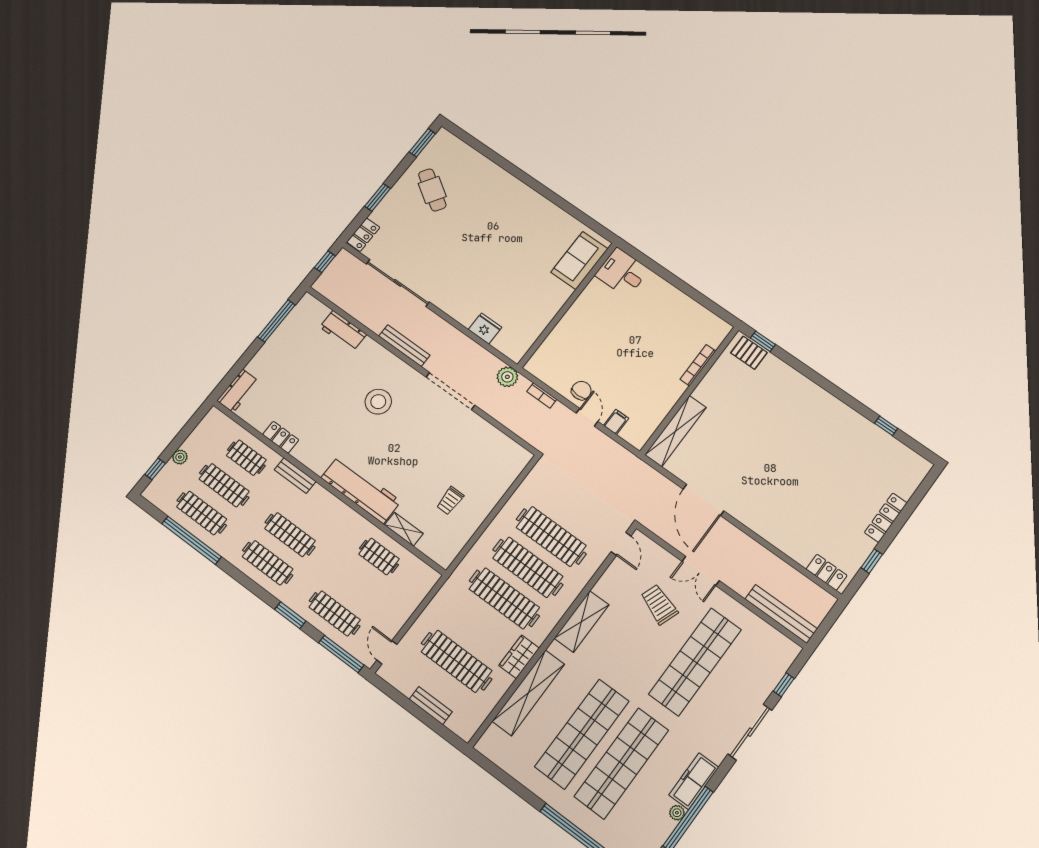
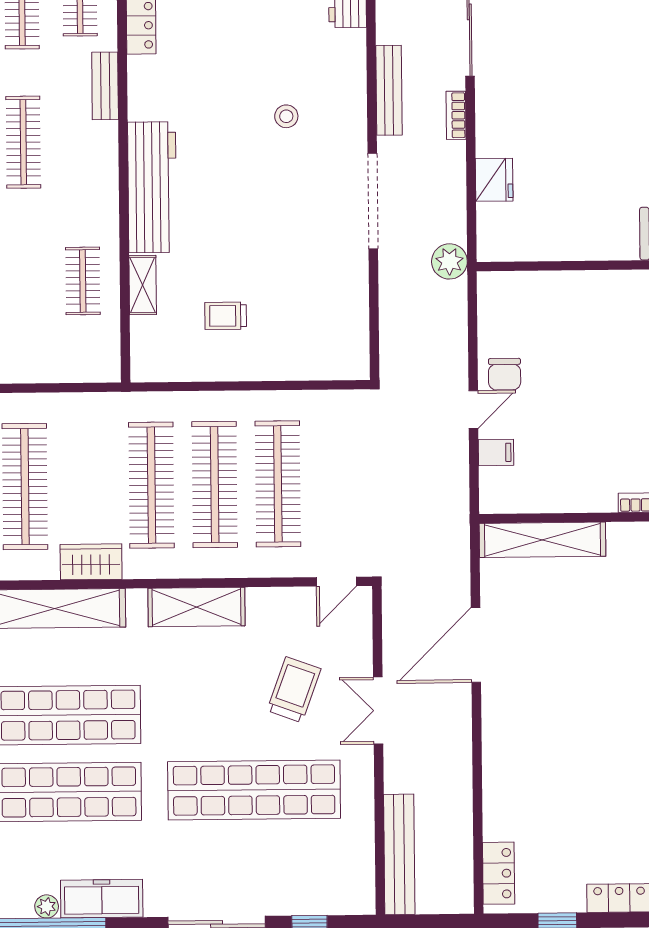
chair: (581, 391) -> (505, 374), turned 90
bookcase: (542, 395) -> (456, 115), moved
stool: (378, 402) -> (286, 116), width x0.53, depth x0.53

